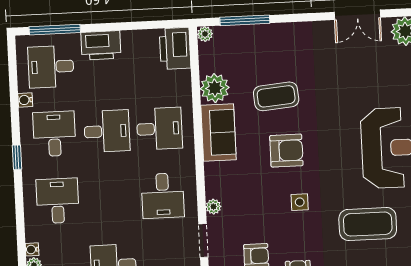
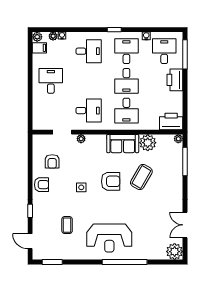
coffee table: (276, 96) -> (141, 177), turned 35
desk: (54, 134) -> (126, 51), turned -90
armchair: (286, 151) -> (111, 181), turned -90
desk: (163, 196) -> (89, 111), turned 180
coffee table: (368, 224) -> (67, 225), width x0.54, depth x0.58

